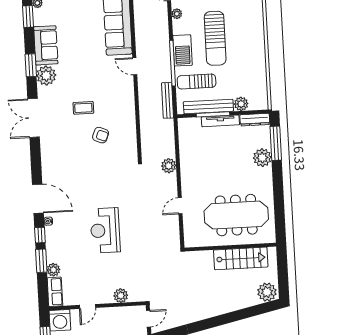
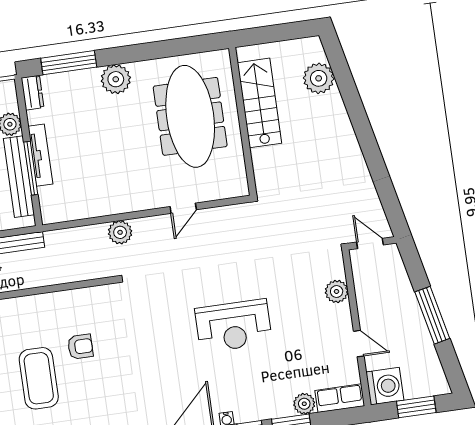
coffee table: (83, 108) -> (39, 378), width x1.86, depth x1.72
dresser: (255, 120) -> (32, 93), width x0.70
armchair: (101, 135) -> (80, 347), turned 68
plant: (262, 158) -> (116, 79), moved
door: (180, 206) -> (183, 208), hinge flipped
plant: (267, 292) -> (319, 78), moved

